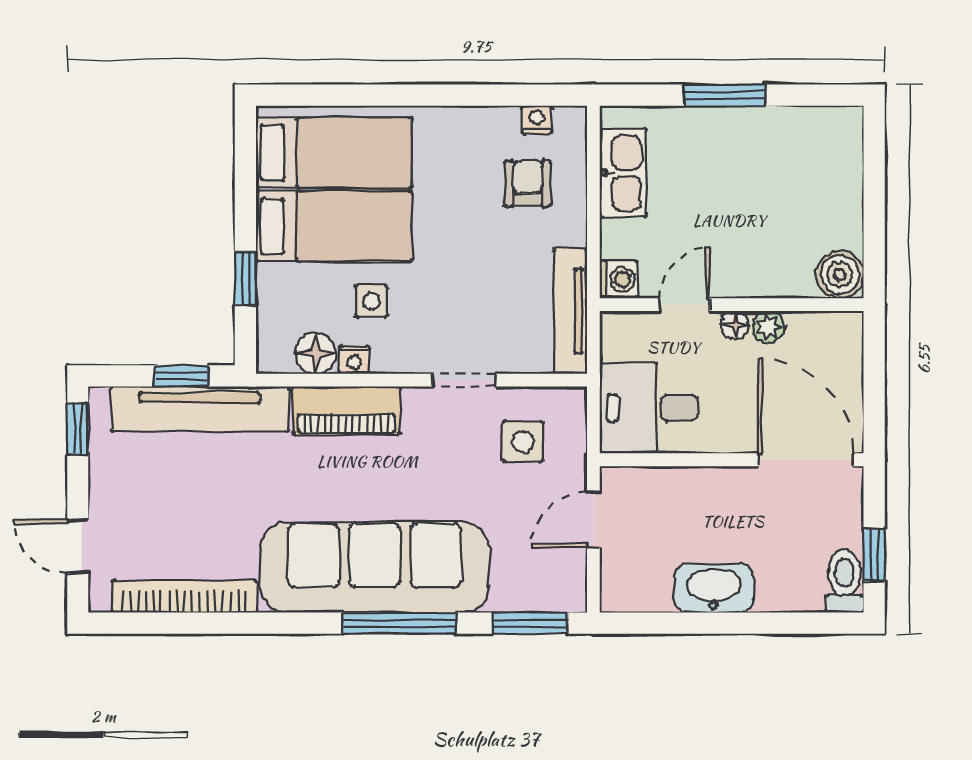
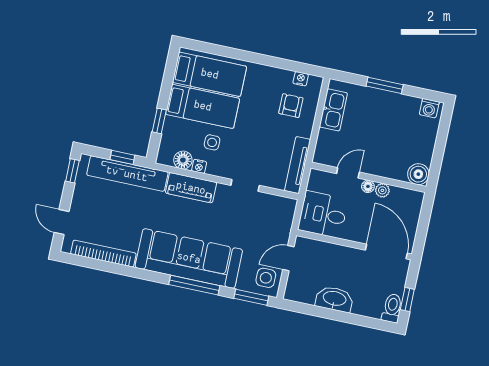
washing machine: (619, 279) -> (429, 108), moved, turned 90
side table: (523, 442) -> (266, 278), moved

